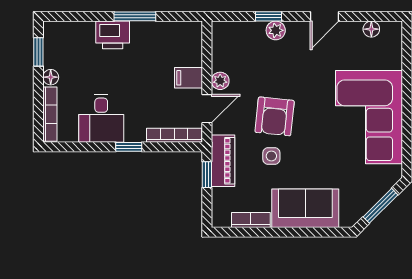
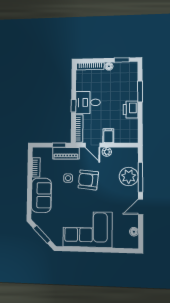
window: (135, 16) -> (140, 91), moved
window: (268, 16) -> (140, 177), width x2.17
door: (325, 16) -> (141, 207), hinge flipped
plant: (276, 30) -> (129, 177), width x1.88, depth x1.88
printer: (113, 35) -> (131, 110), moved
desk: (101, 118) -> (88, 102), moved

